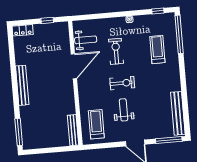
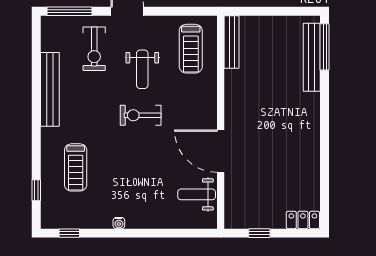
window: (179, 34) -> (36, 190), width x0.32
exercise bike: (116, 51) -> (94, 49), moved
door: (74, 66) -> (221, 151), hinge flipped
bench: (22, 85) -> (312, 57), moved
bench: (178, 113) -> (50, 89), moved

